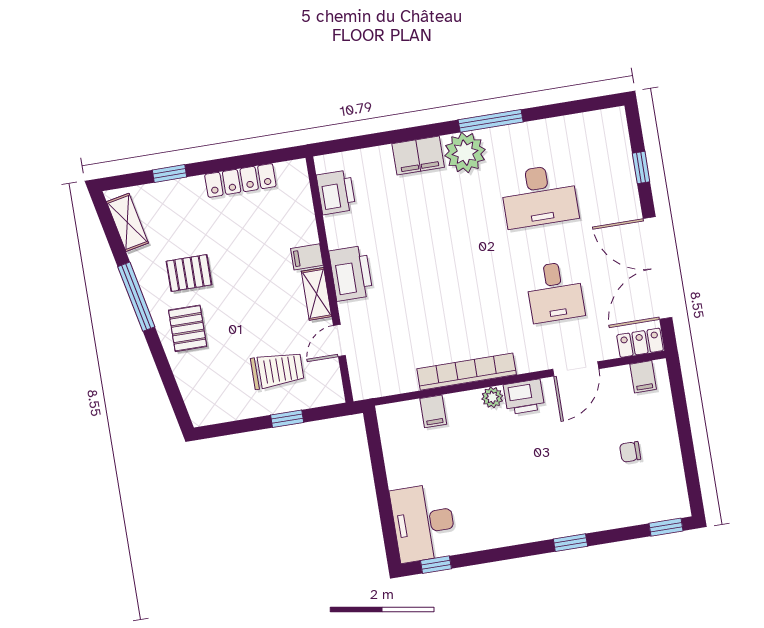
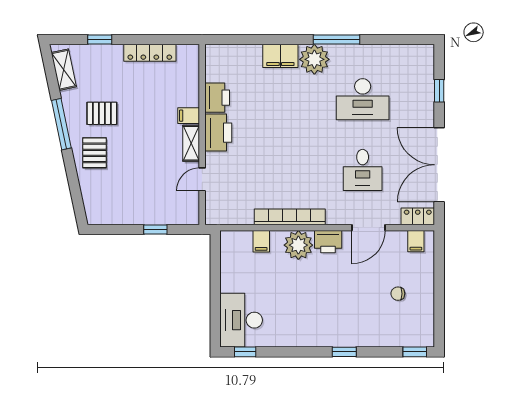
printer: (336, 192) -> (217, 98), moved
trolley: (277, 370) -> (154, 193), removed
plant: (492, 397) -> (298, 245), width x1.87, depth x1.87

